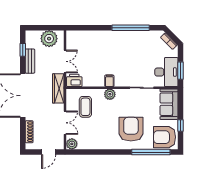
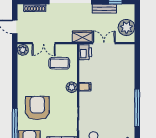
double door: (65, 61) -> (104, 43), swing flipped
wardrobe: (58, 88) -> (82, 36), width x0.67
armchair: (131, 129) -> (37, 108), turned -90

